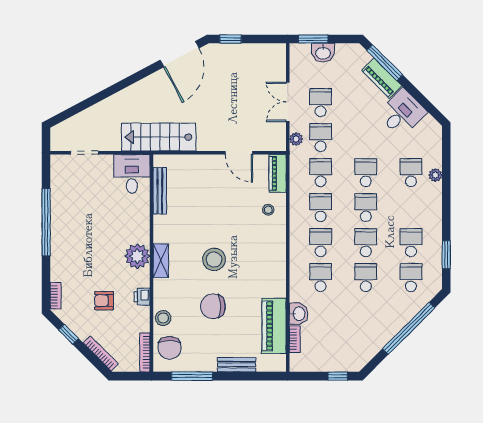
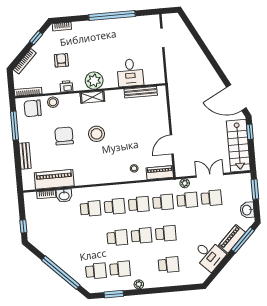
washbasin: (323, 53) -> (247, 210), moved
stairs: (159, 137) -> (238, 146), moved, turned 180
desk: (132, 174) -> (130, 73), moved, turned 90
plant: (435, 175) -> (139, 284), moved
school desk: (366, 278) -> (93, 240), removed

